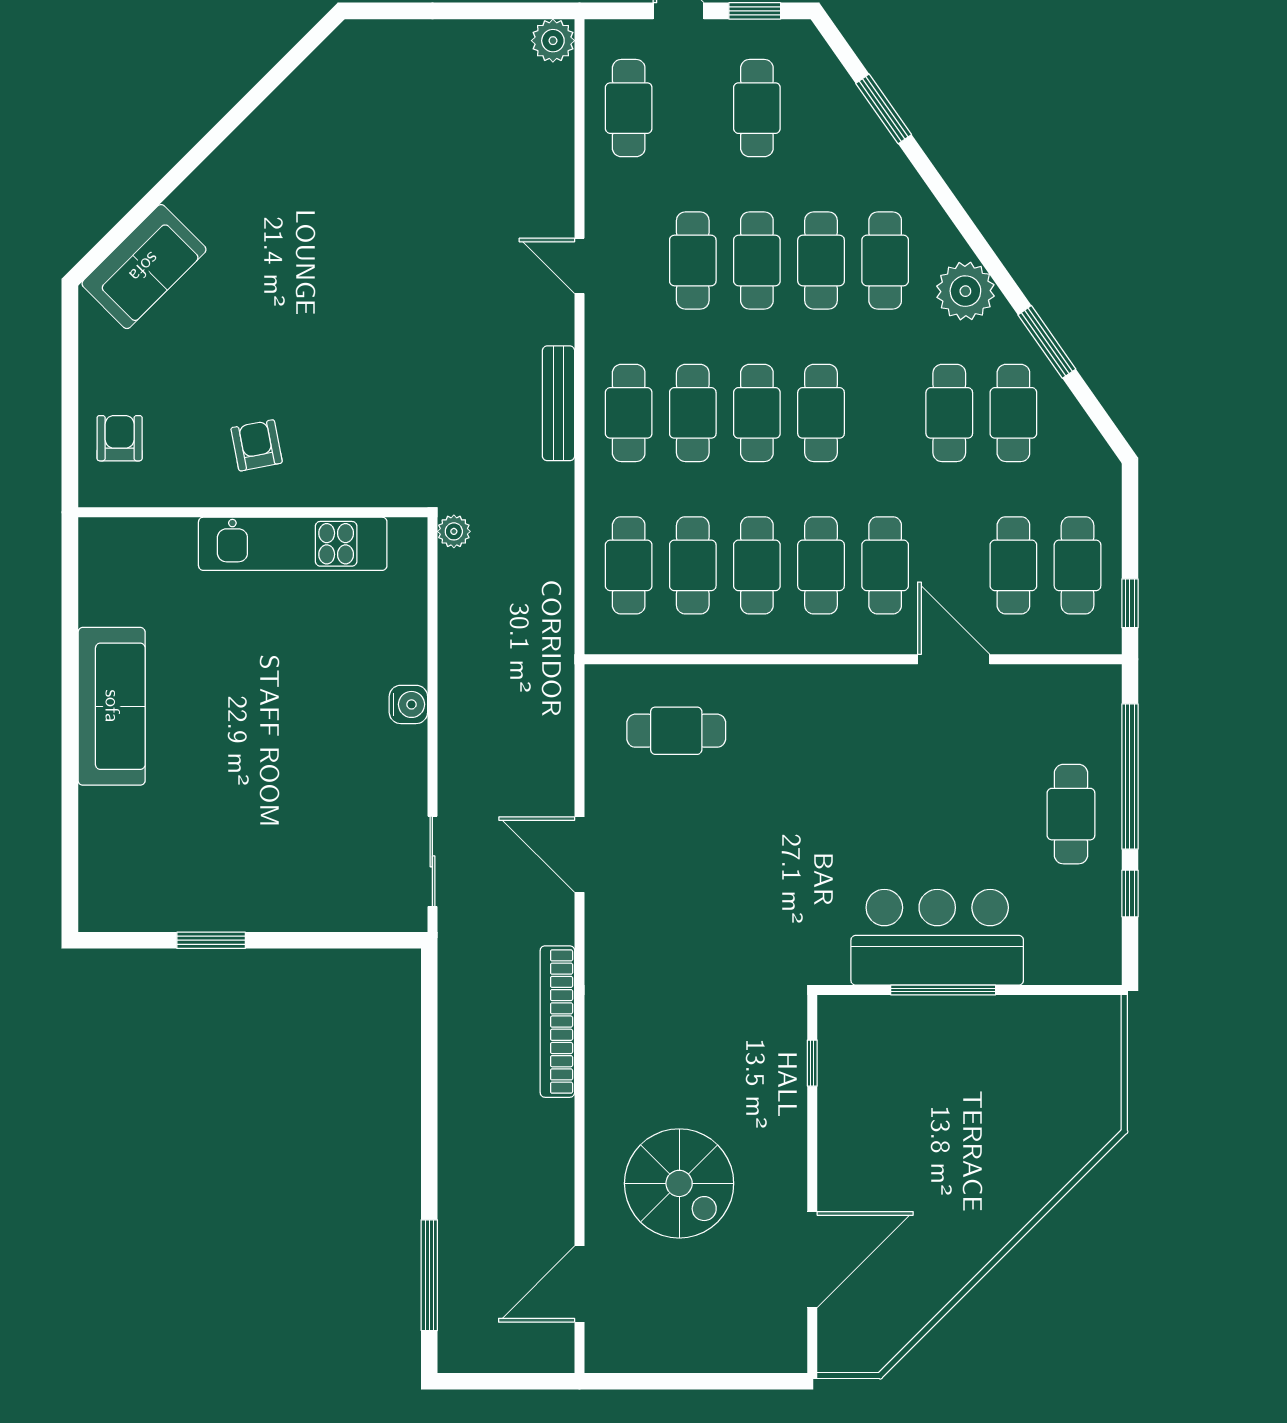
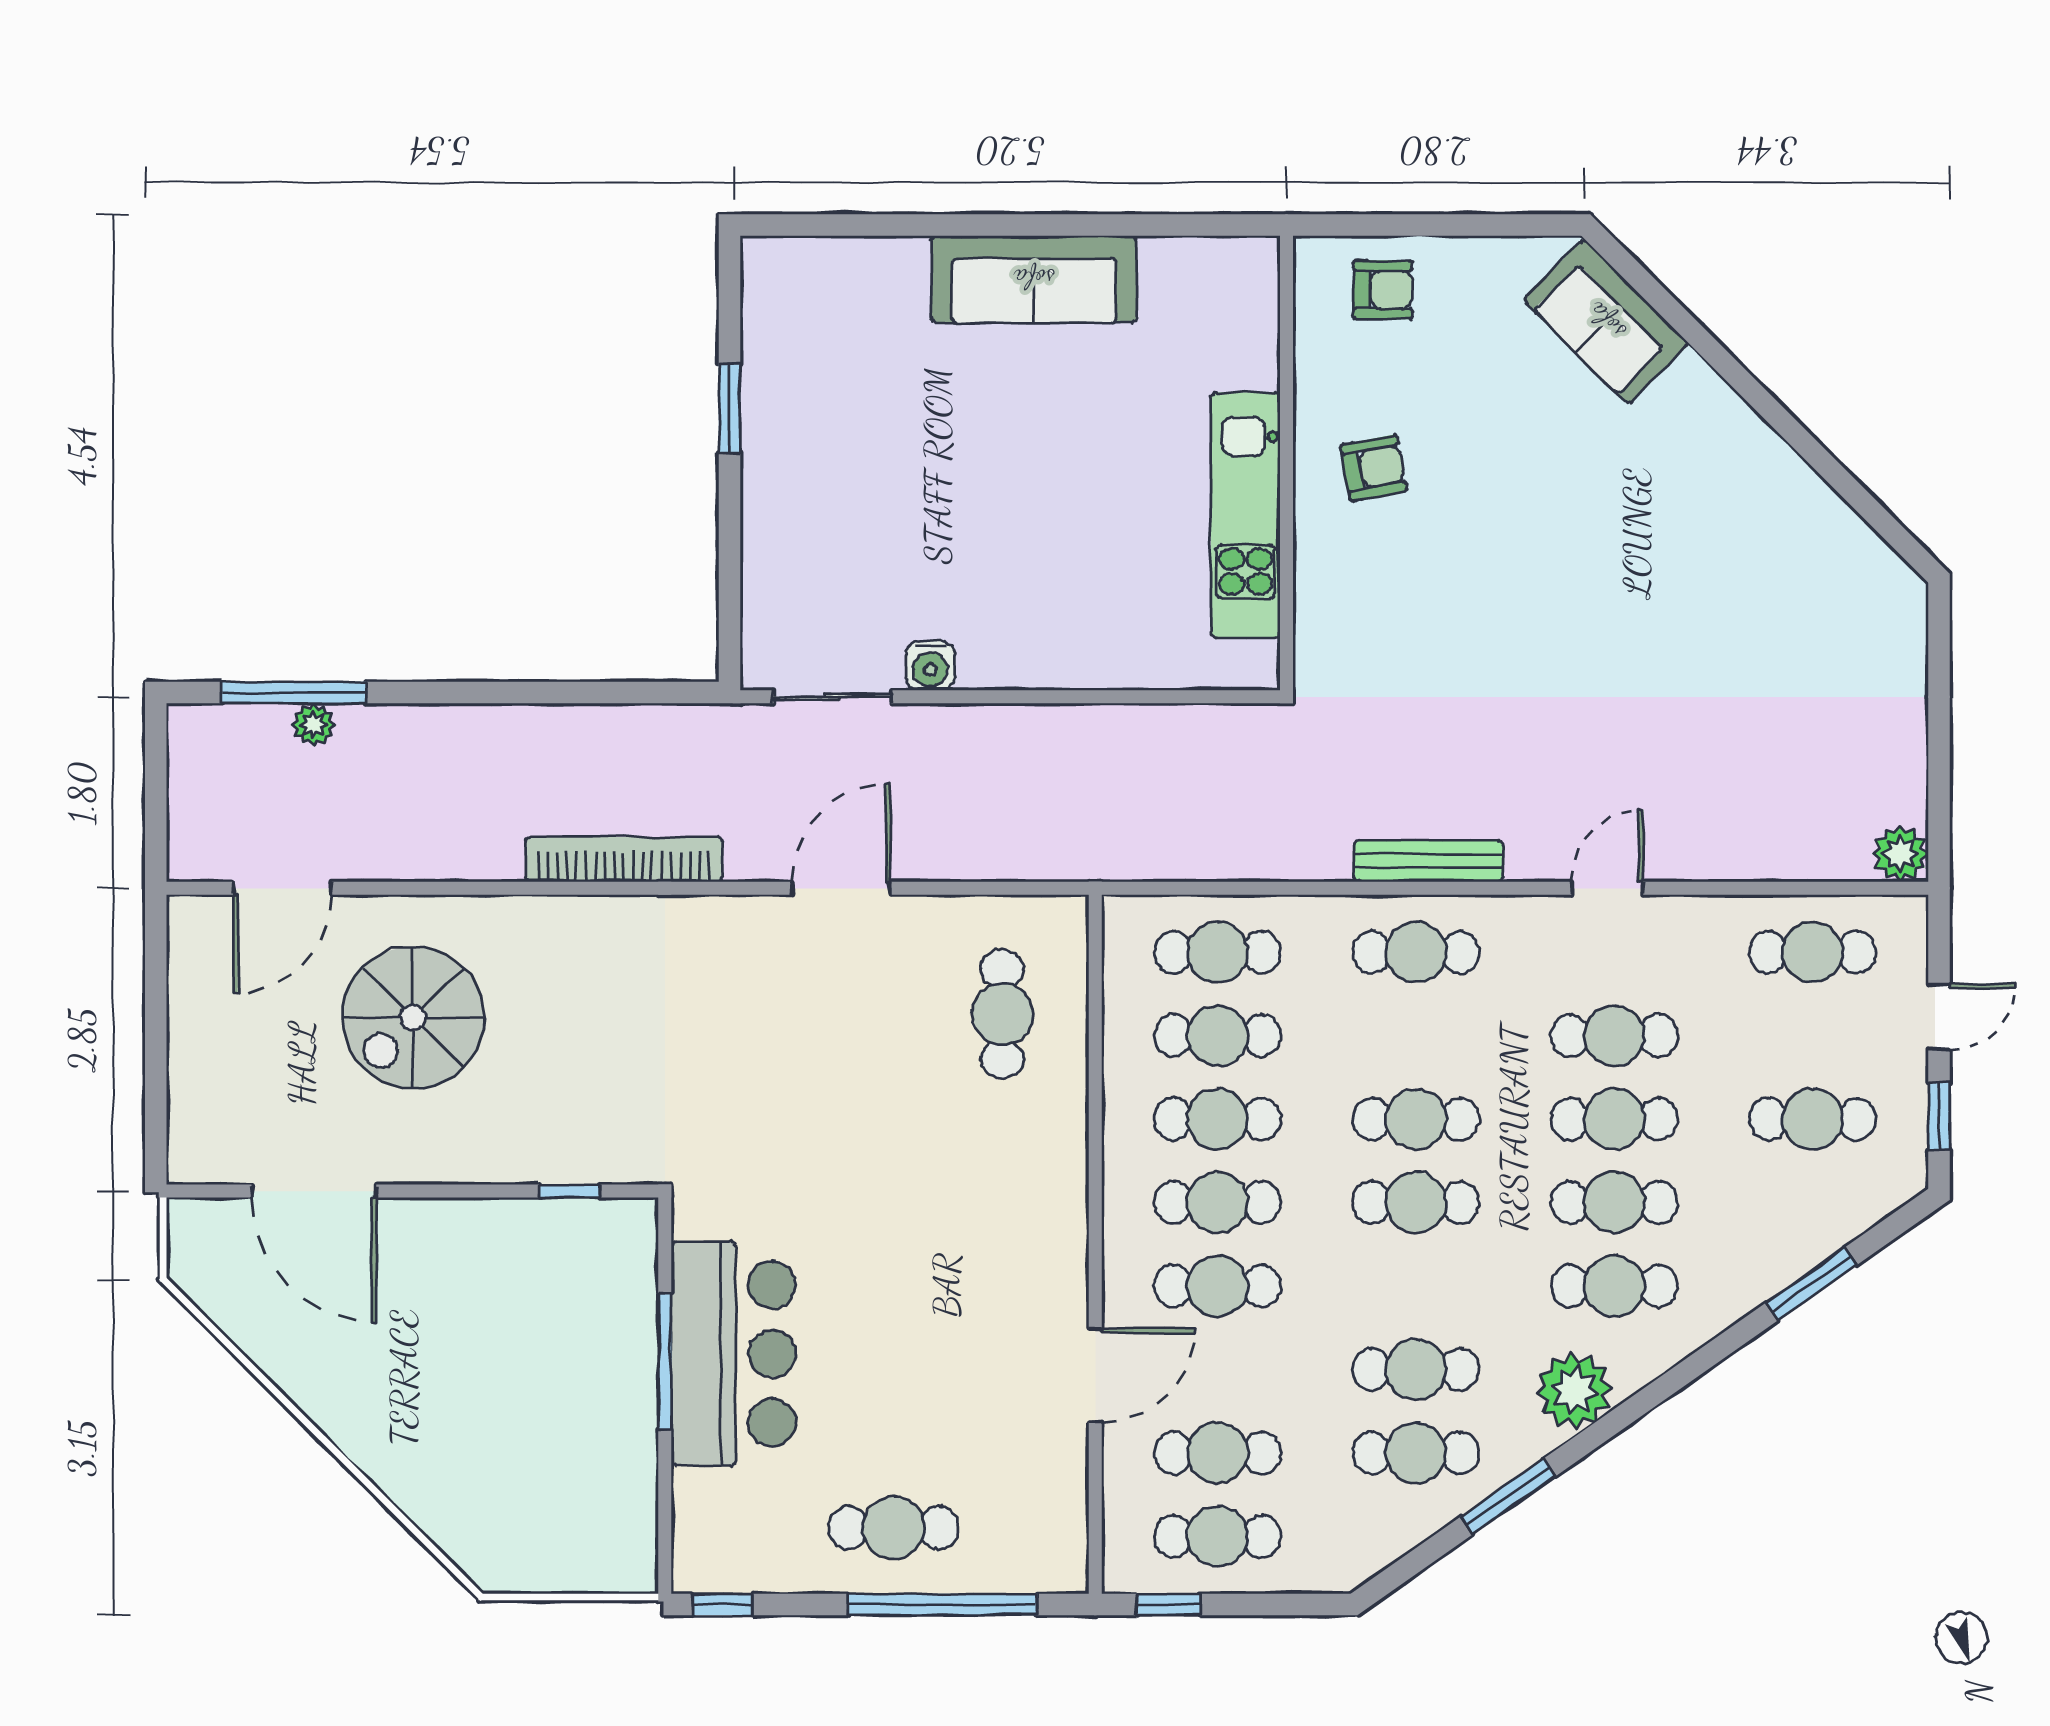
cafe table: (693, 413) -> (1416, 1036), removed
plant: (454, 531) -> (313, 725), moved
water cooler: (408, 704) -> (930, 666), moved
window: (1130, 893) -> (723, 1604), moved
door: (579, 1284) -> (282, 888), swing flipped

